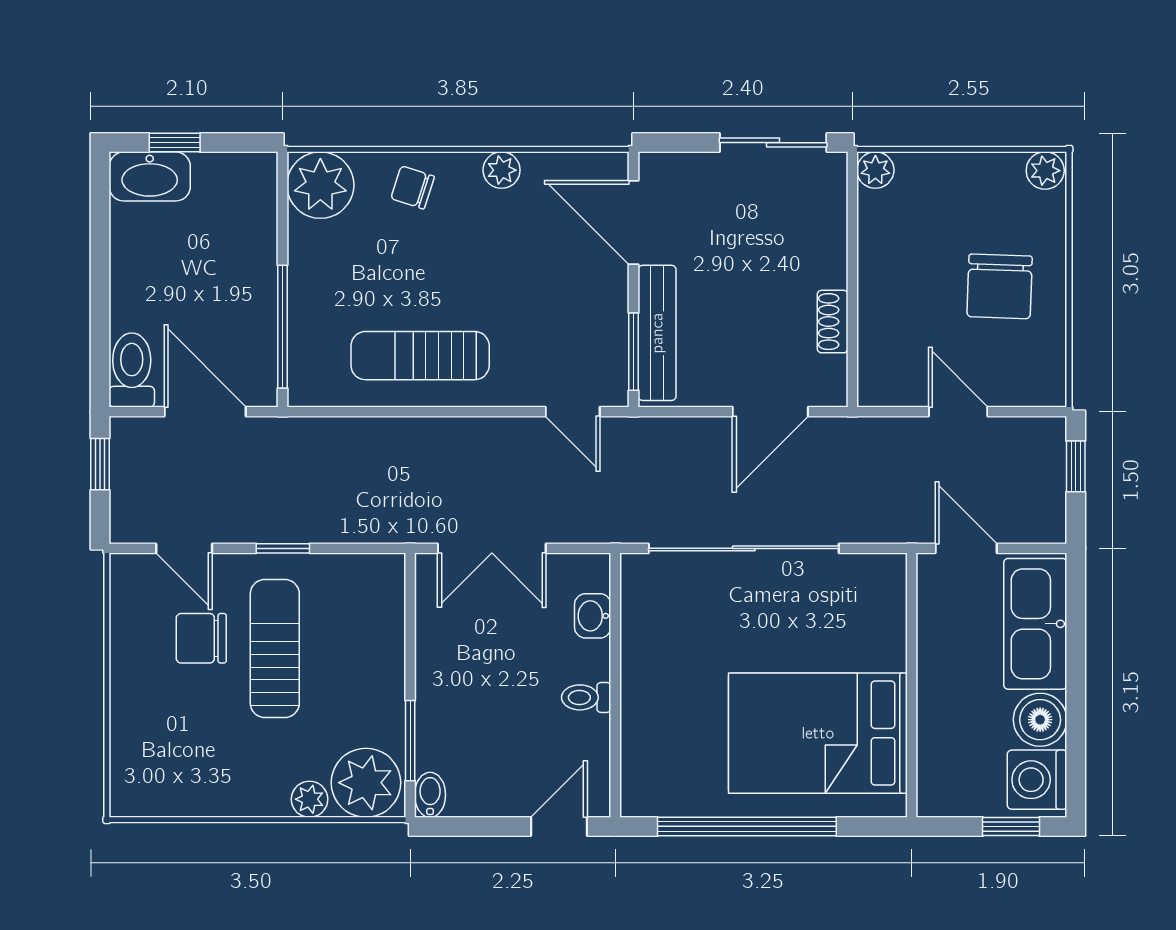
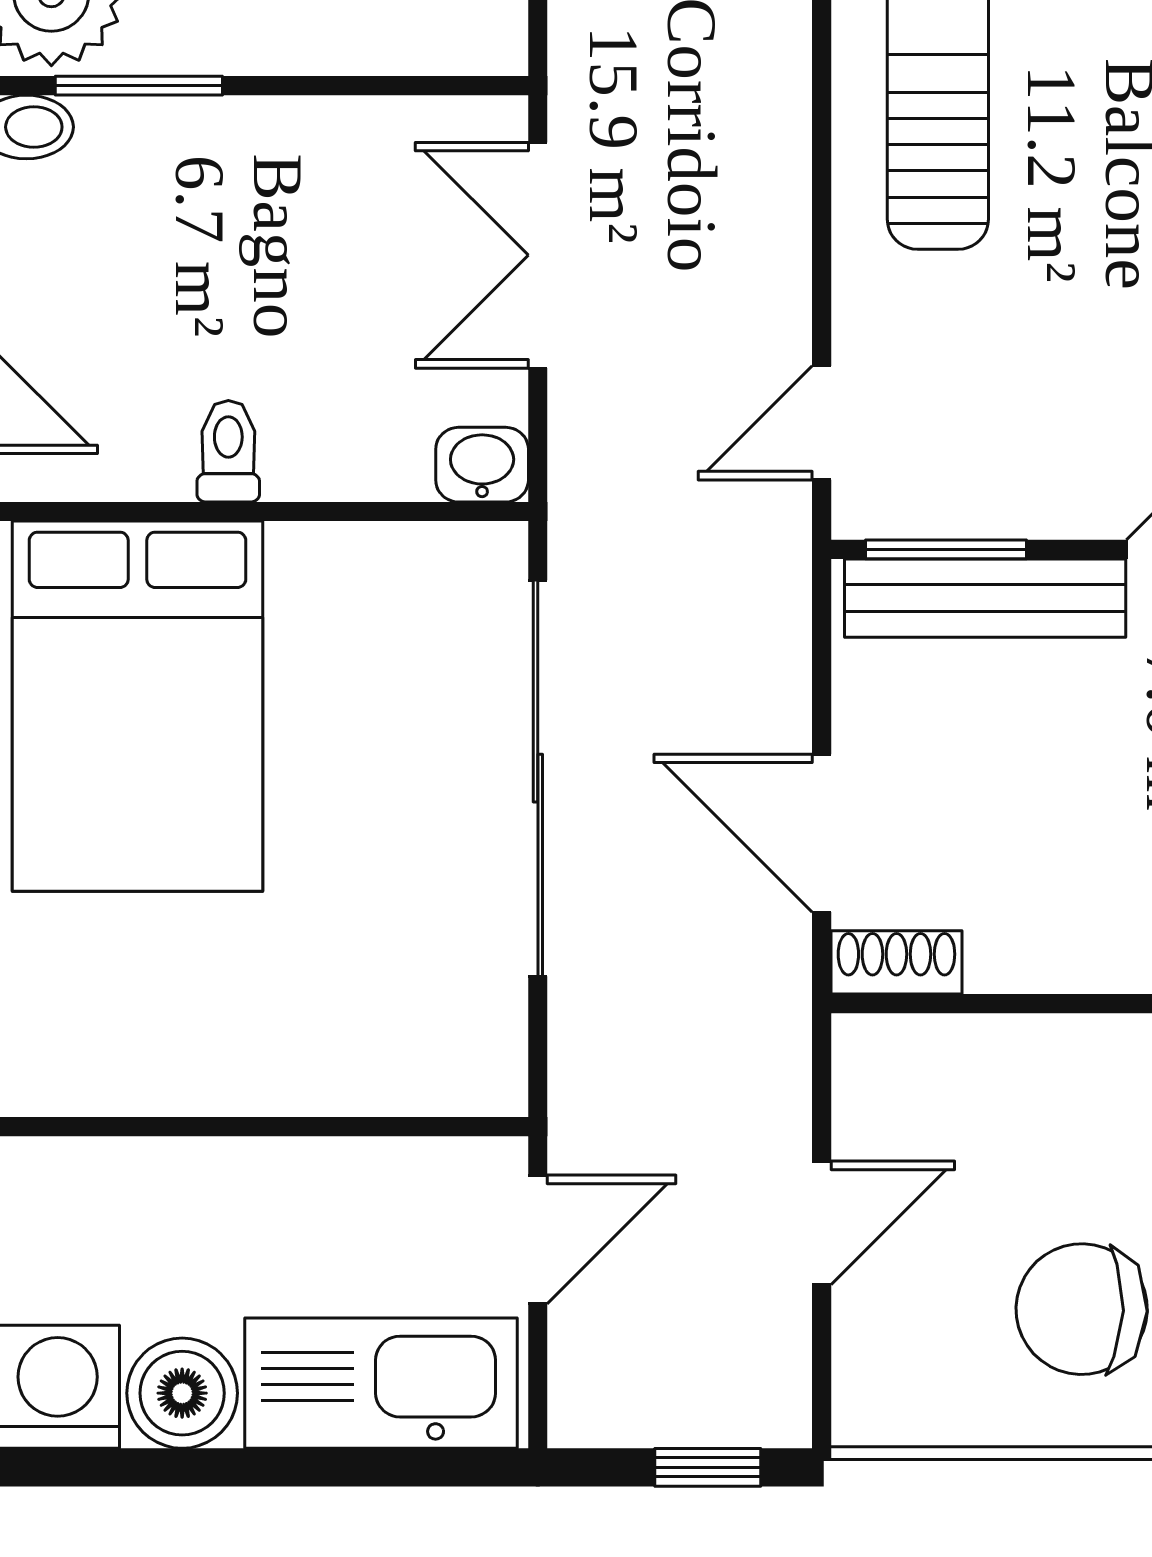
shoe rack: (833, 322) -> (896, 962), moved
washbasin: (593, 616) -> (482, 465), moved
bed: (818, 733) -> (137, 706), moved, turned 180

